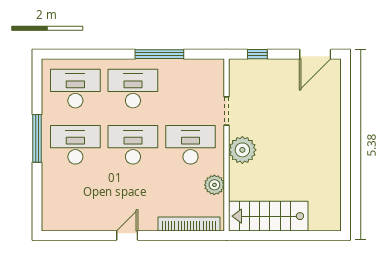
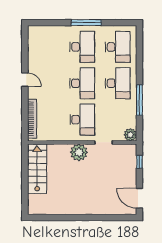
plant: (214, 185) -> (130, 135), moved

